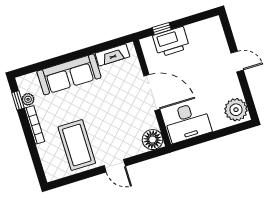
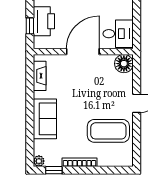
sofa: (69, 74) -> (45, 119), width x0.73
plant: (28, 99) -> (39, 161), moved
desk: (188, 122) -> (118, 34), width x0.73

